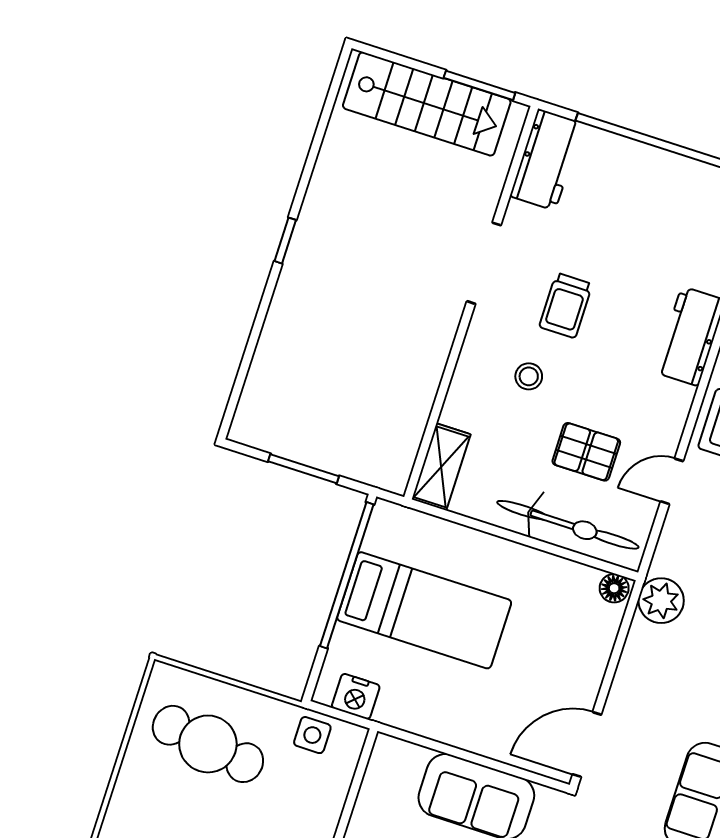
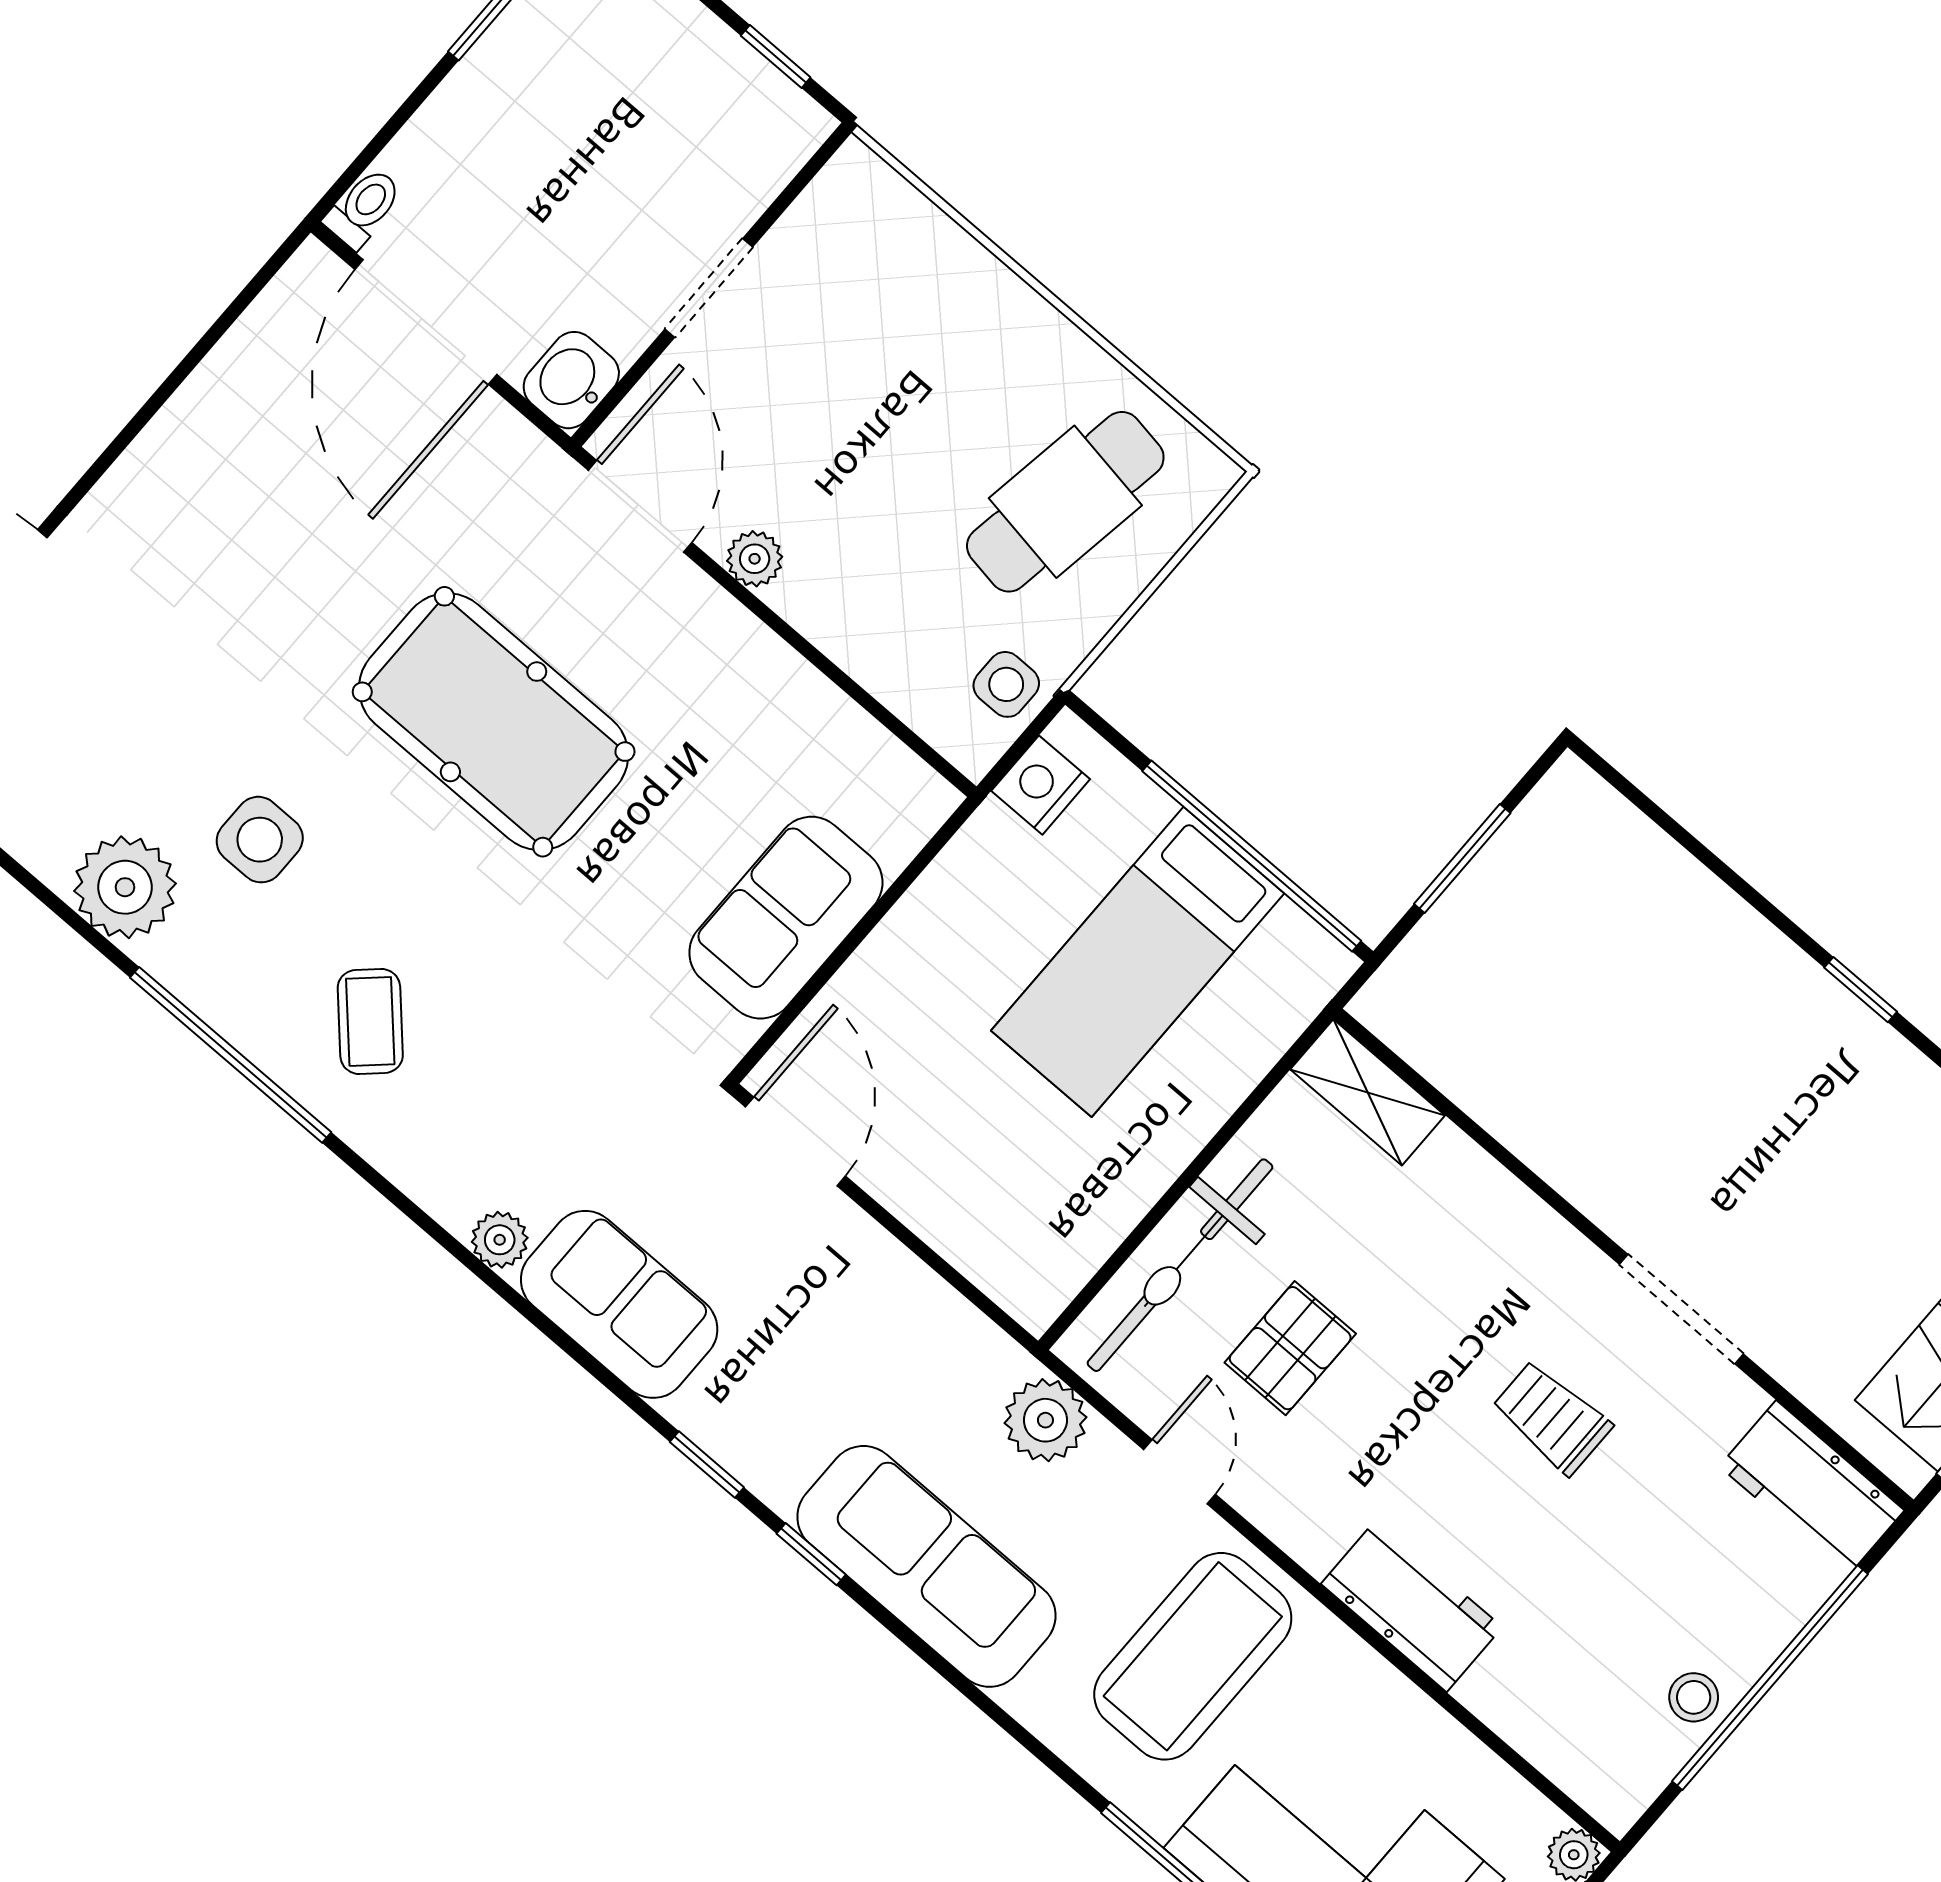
stool: (529, 376) -> (1694, 1697), moved
floor lamp: (614, 588) -> (1040, 1298), removed
plant: (661, 601) -> (1045, 1420), moved

